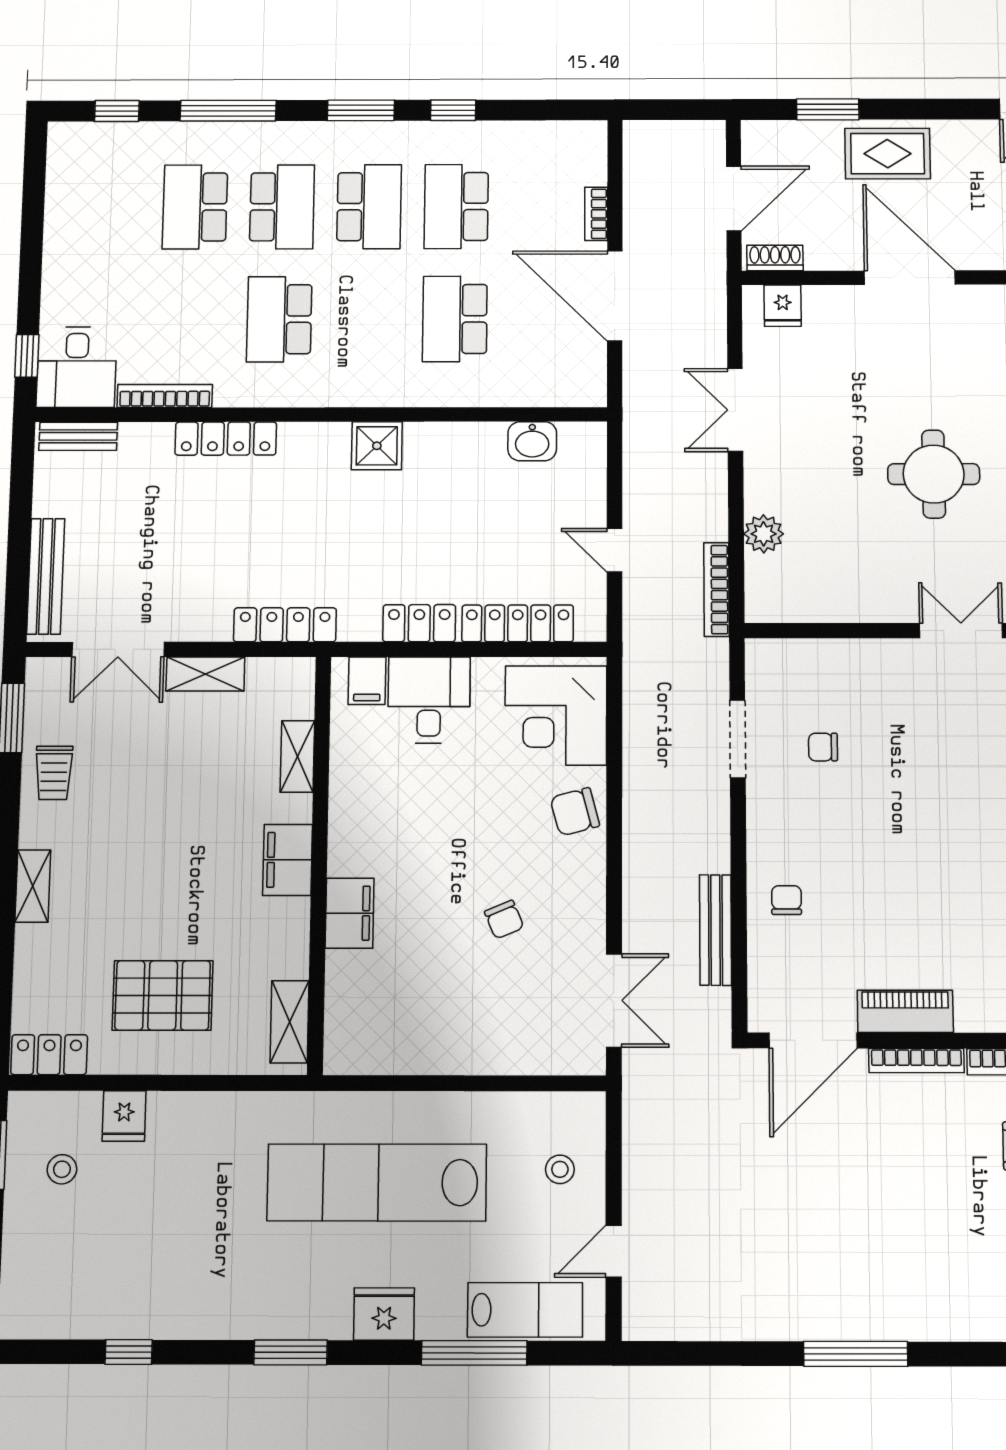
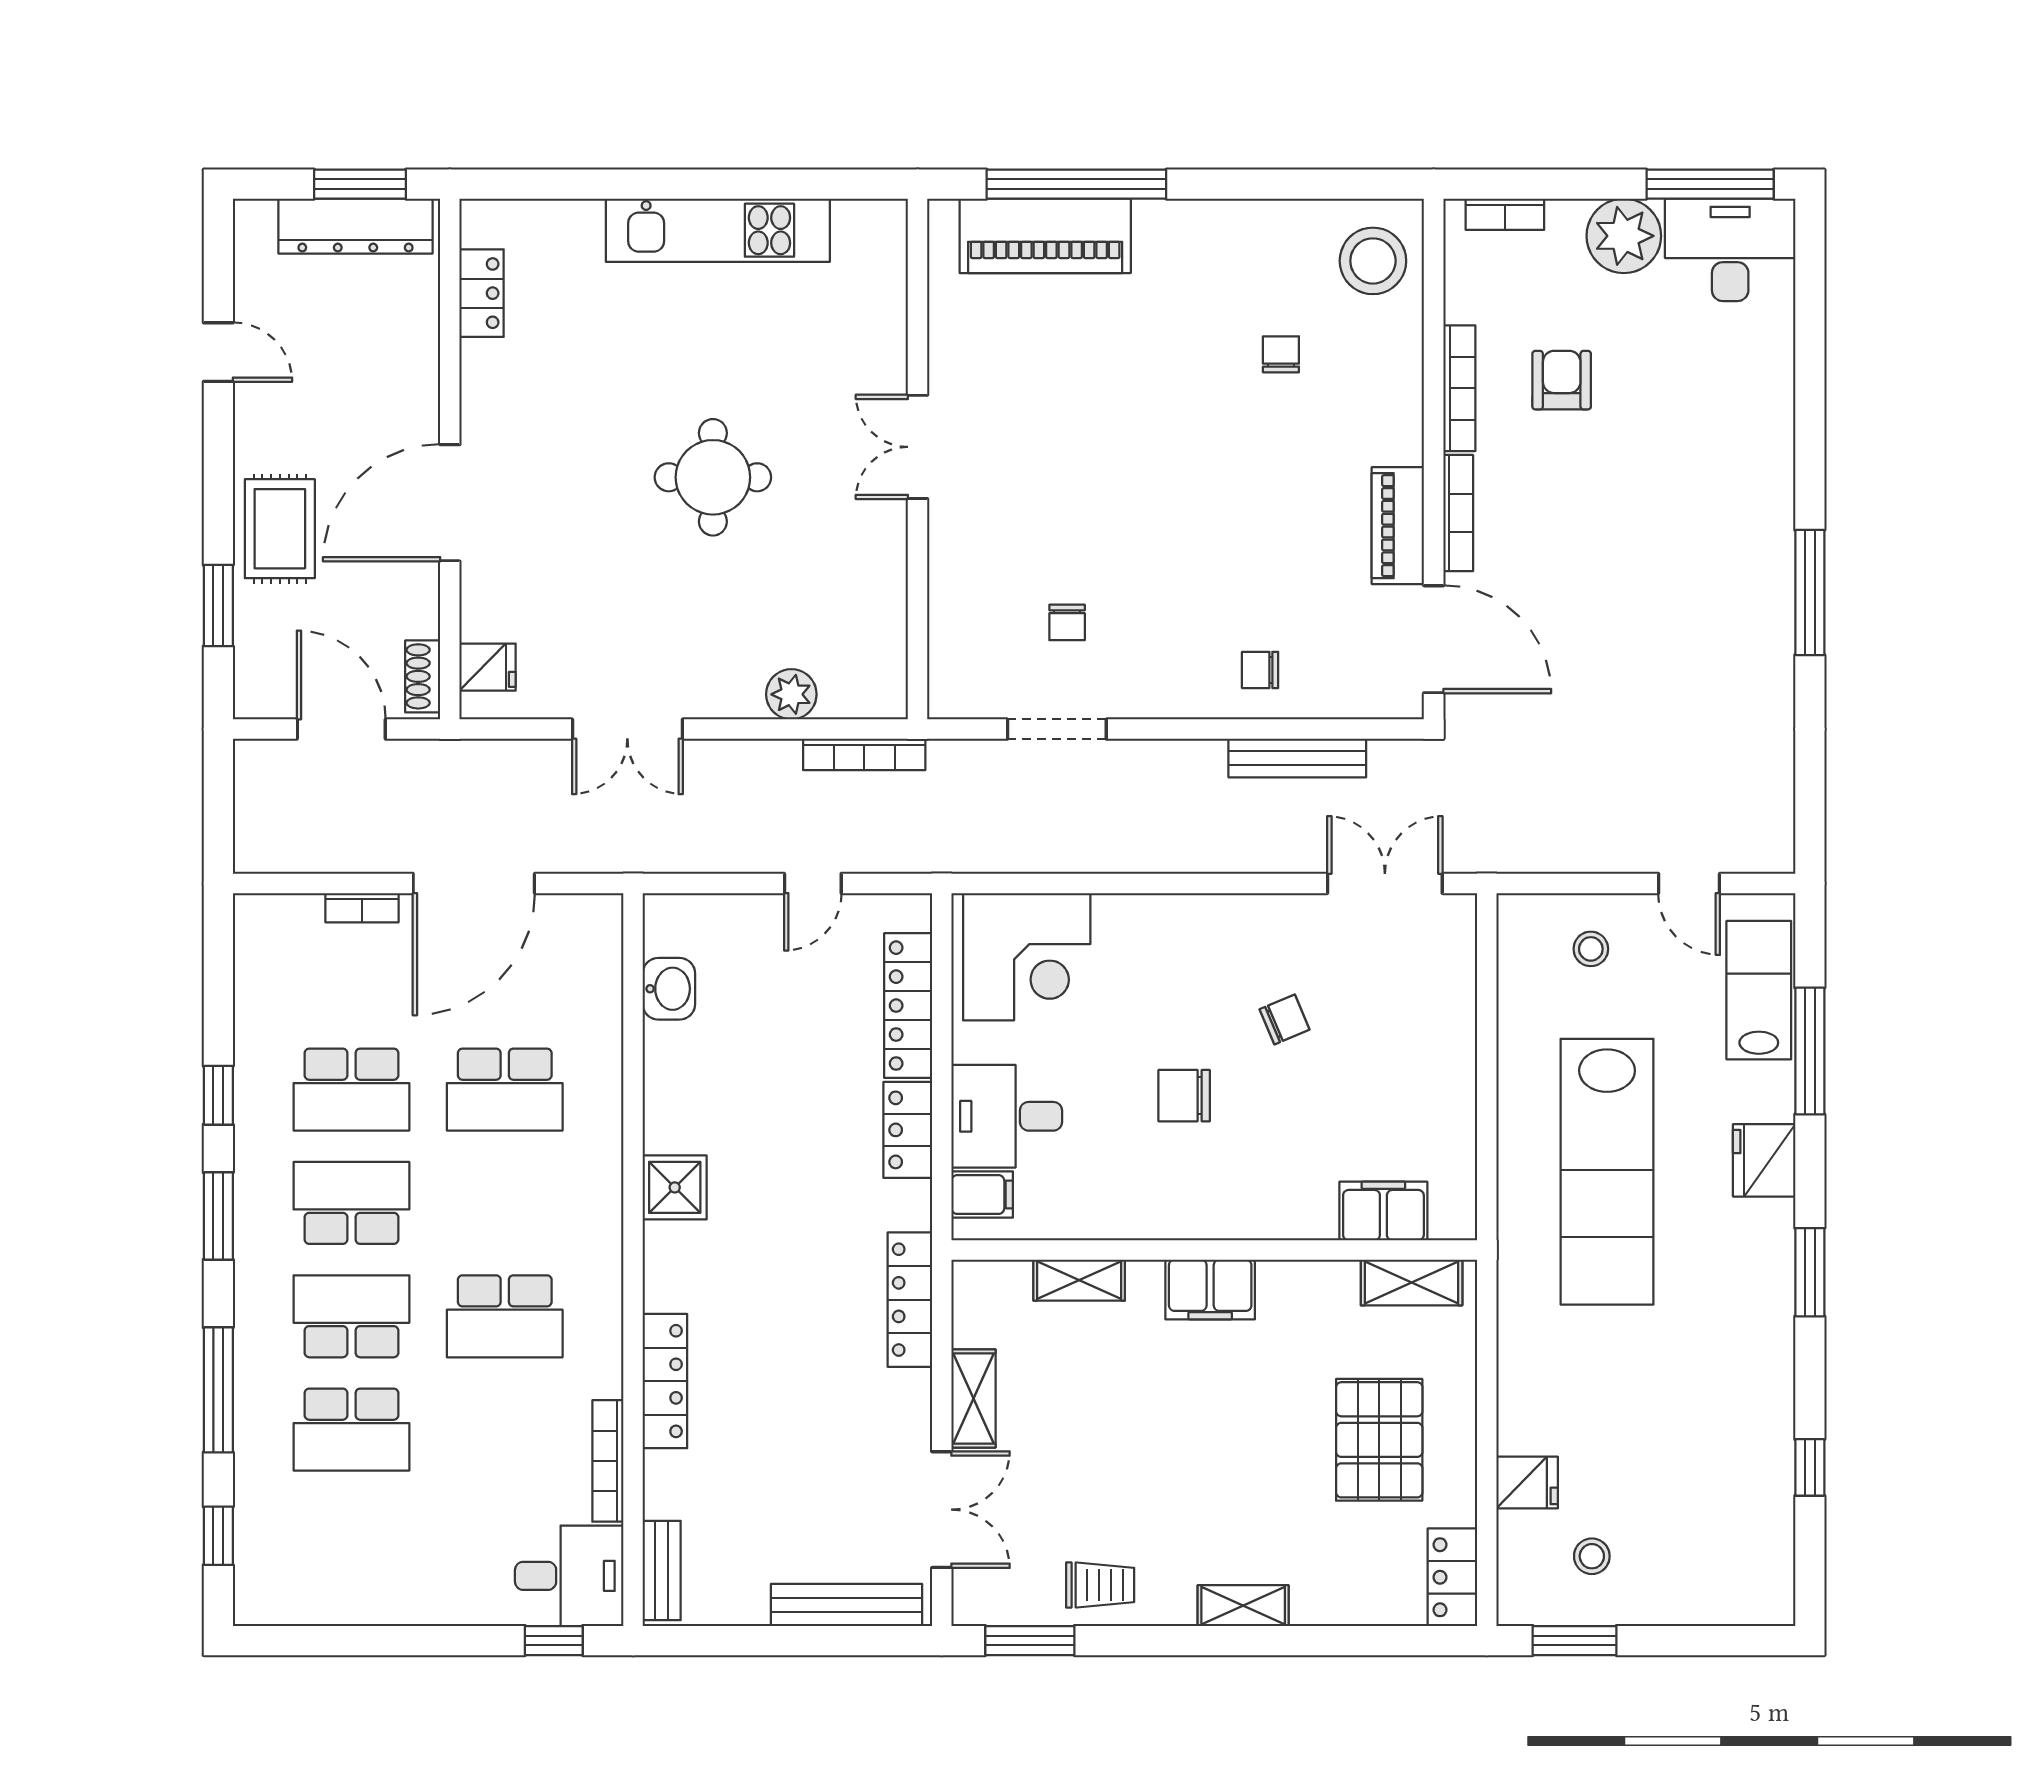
chair: (575, 812) -> (1184, 1096), moved, turned 105
filing cabinet: (350, 913) -> (1383, 1211), moved

